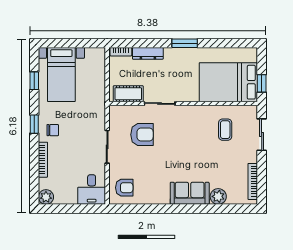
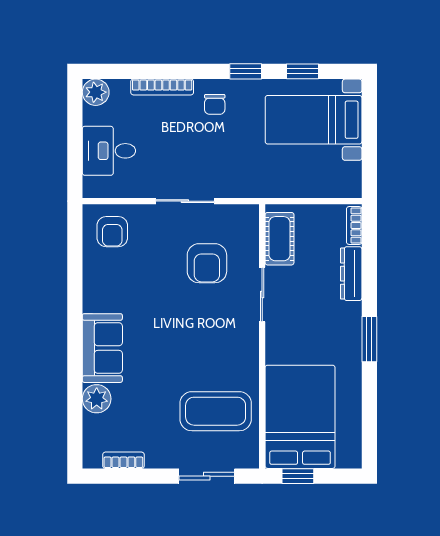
window: (34, 124) -> (246, 71), moved
coffee table: (225, 130) -> (216, 411), width x1.86, depth x1.72
bookcase: (253, 181) -> (123, 460), width x0.64
desk: (92, 190) -> (109, 151), moved

